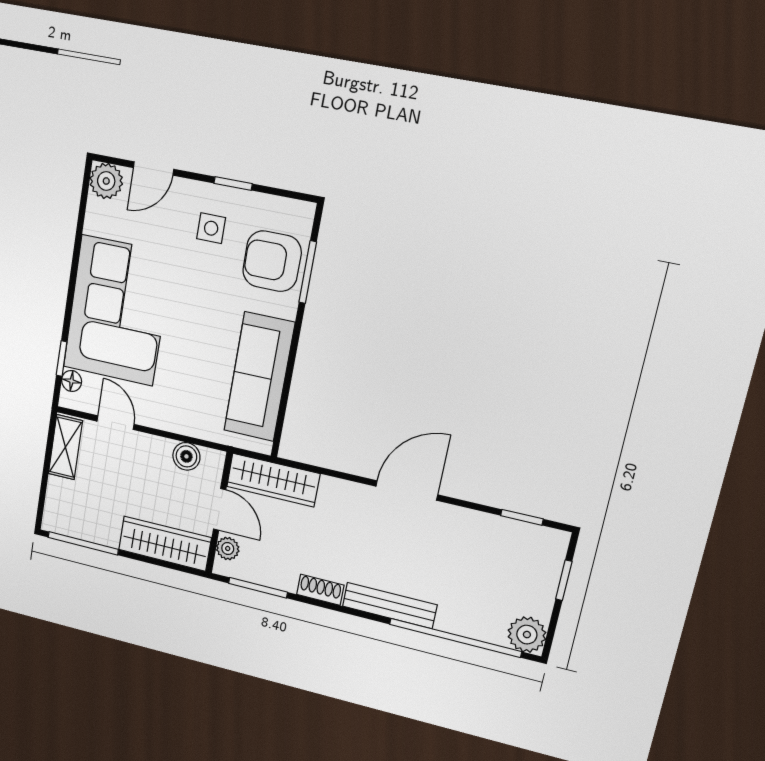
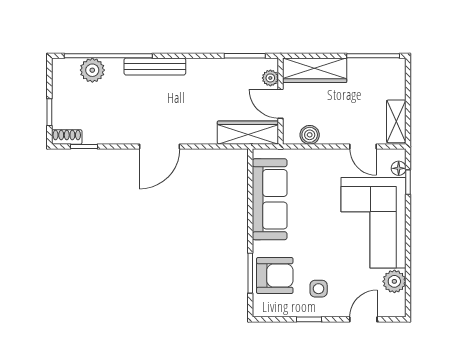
plant: (106, 181) -> (394, 281), moved
shoe rack: (320, 590) -> (67, 137), moved, turned 180
plant: (527, 635) -> (92, 70), moved

